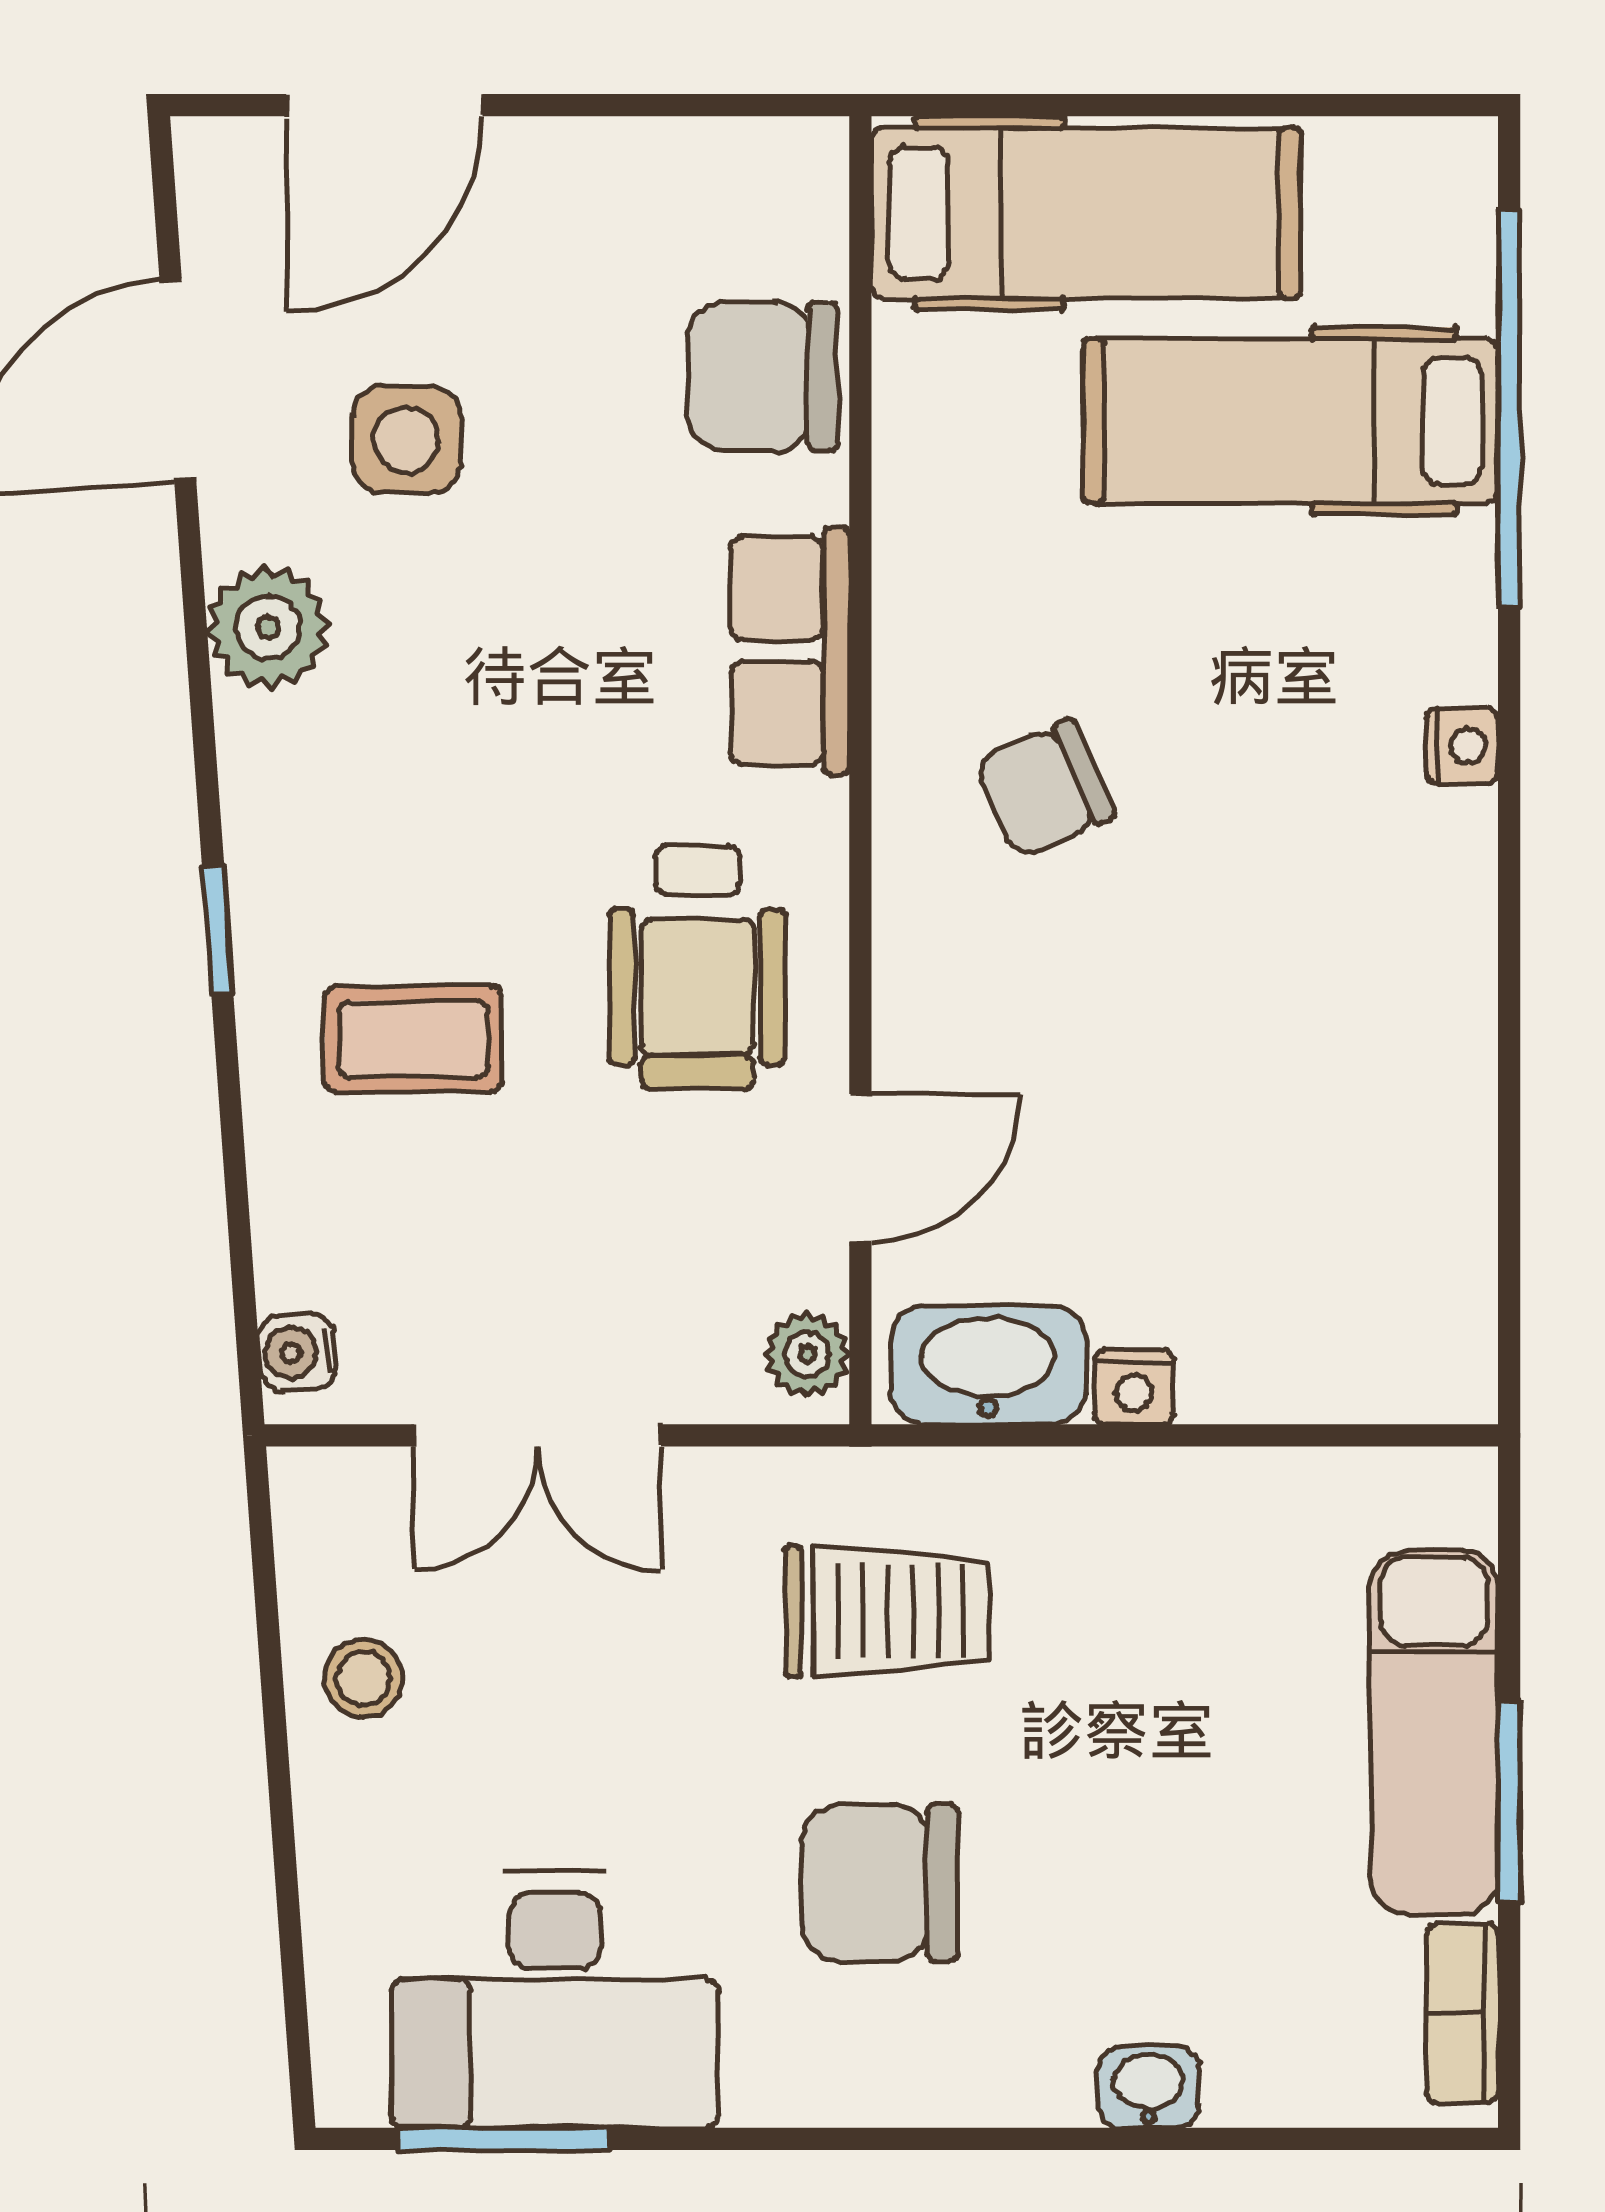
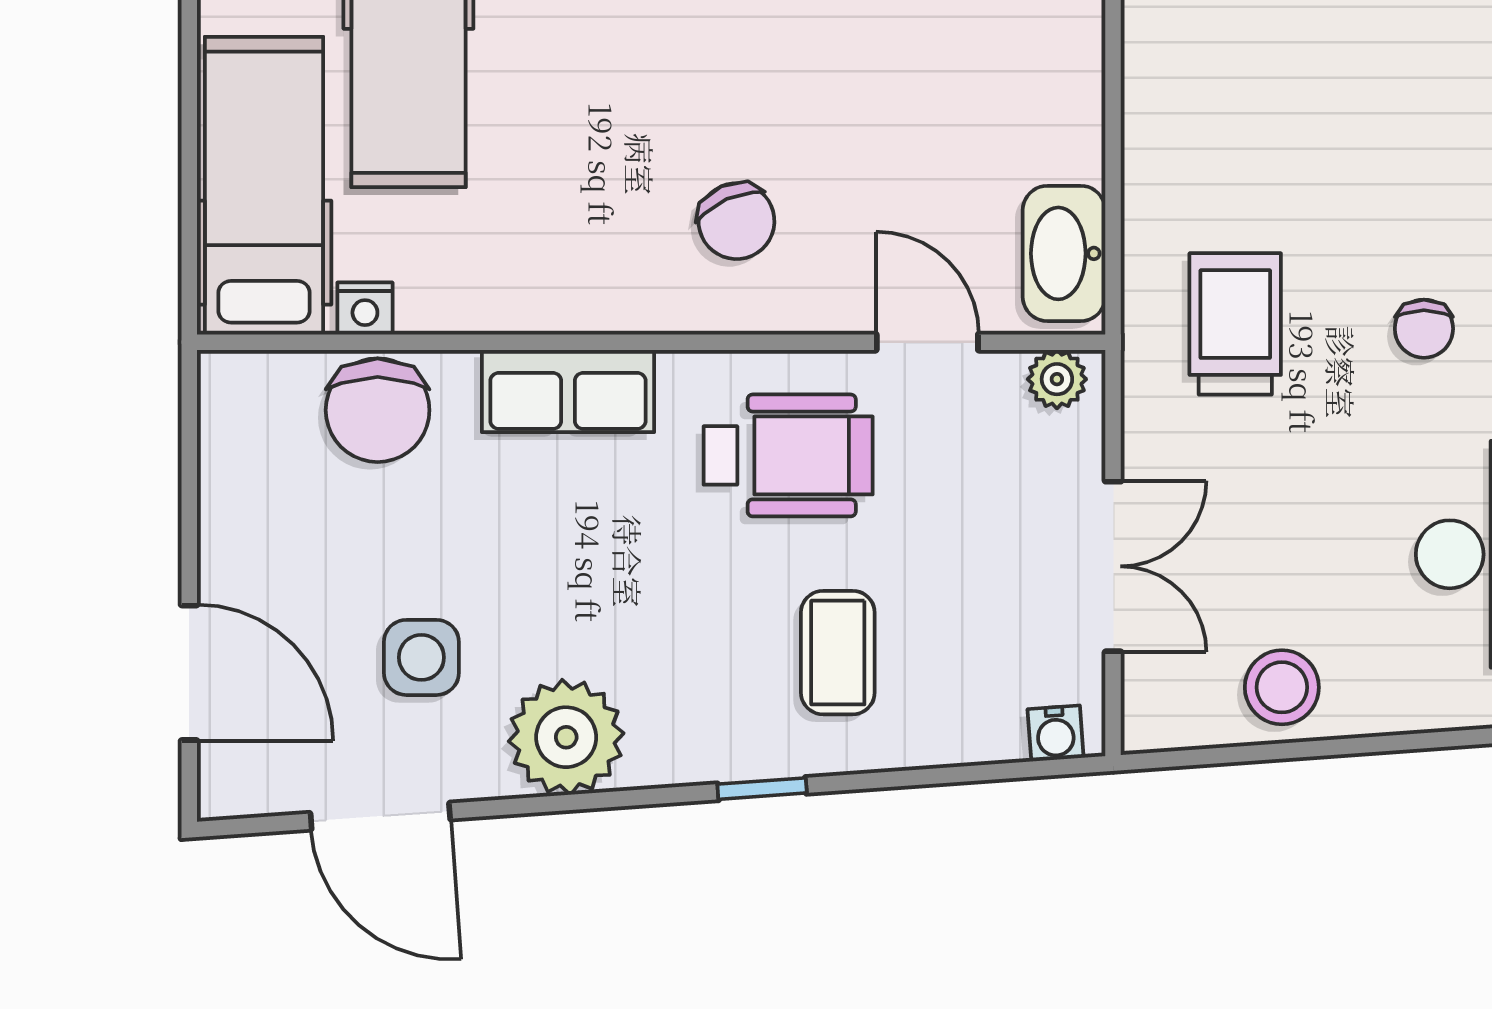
plant: (268, 627) -> (566, 737), width x1.36, depth x1.36
chair: (1044, 789) -> (736, 221), moved
nightstand: (1134, 1387) -> (365, 308), moved, turned 90
stool: (364, 1678) -> (1282, 687), width x1.37, depth x1.37
chair: (880, 1883) -> (1424, 329), width x0.54, depth x0.54

